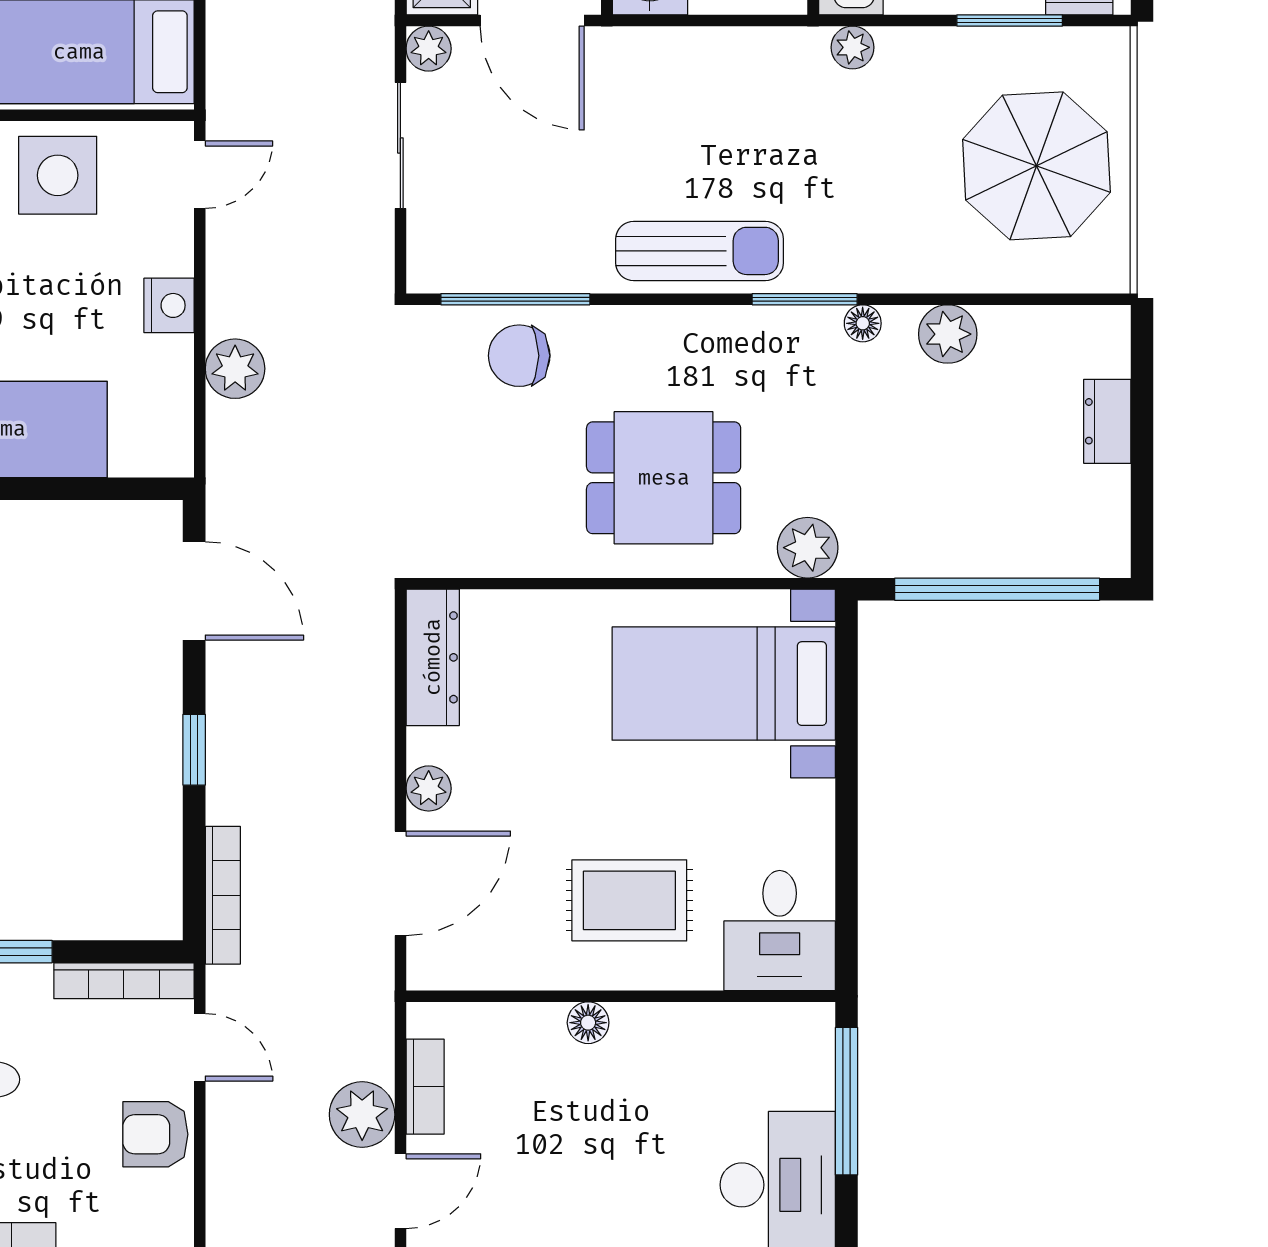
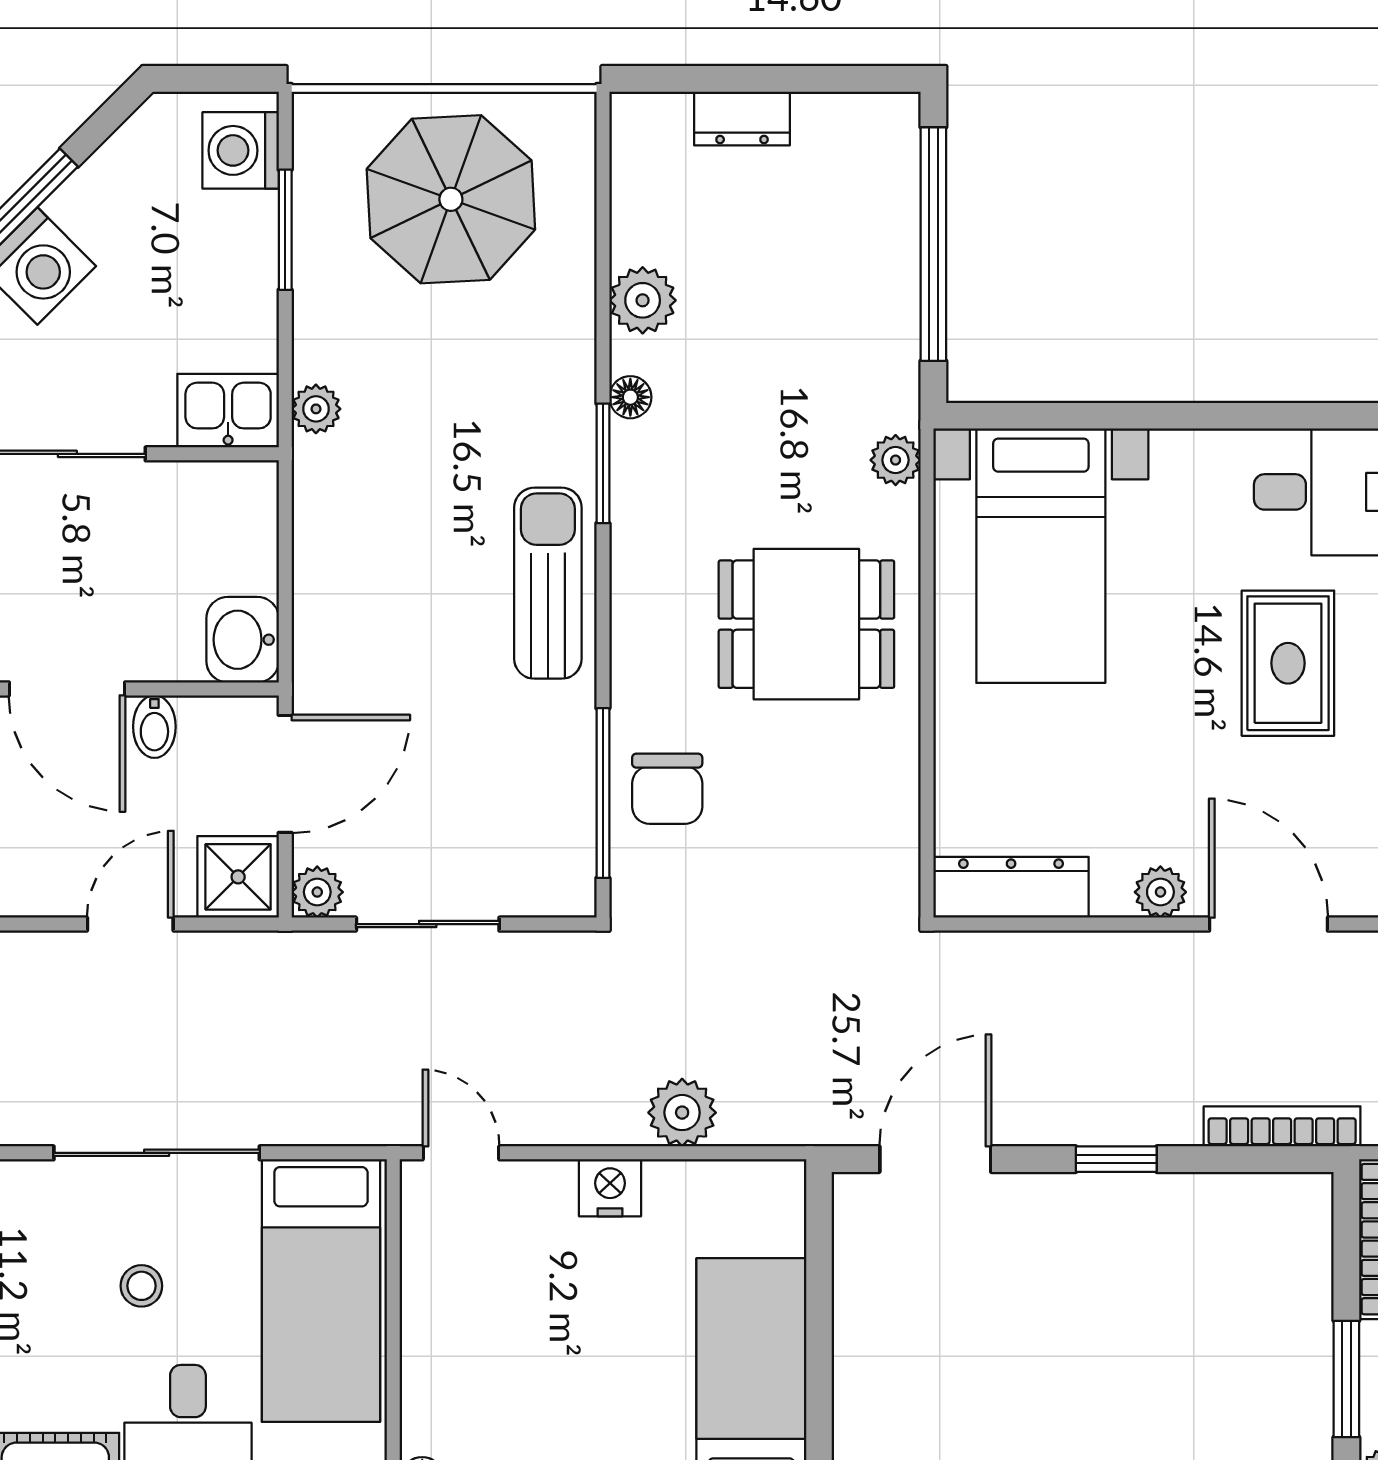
side table: (58, 175) -> (462, 1315), removed
dining table: (664, 478) -> (806, 624), turned 90
plant: (808, 548) -> (896, 460), width x0.73, depth x0.73

